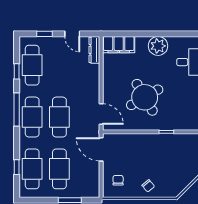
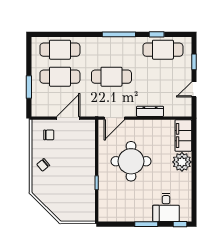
plant: (158, 46) -> (182, 162), moved
dresser: (94, 50) -> (150, 111), moved
round table: (145, 97) -> (131, 161), turned 30
cafe table: (32, 117) -> (111, 50), removed
door: (101, 149) -> (68, 118), moved
window: (17, 167) -> (62, 34), removed

